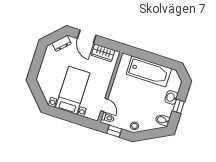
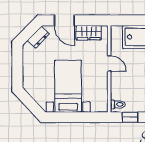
door: (104, 105) -> (109, 63), moved

